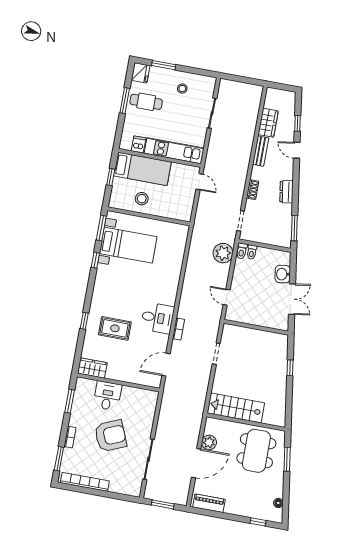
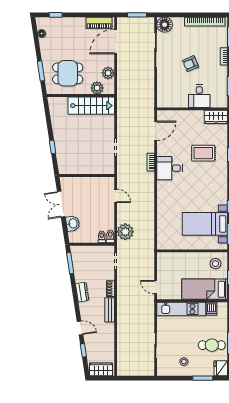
wardrobe: (268, 123) -> (101, 369), moved, turned 90
bench: (261, 151) -> (110, 310), moved
stool: (142, 199) -> (216, 264), moved
plant: (225, 427) -> (97, 88), added
armchair: (111, 436) -> (191, 64), width x0.53, depth x0.53
dining table: (256, 451) -> (68, 73), width x0.73
door: (196, 463) -> (116, 41), moved
floor lamp: (133, 487) -> (165, 25), added

